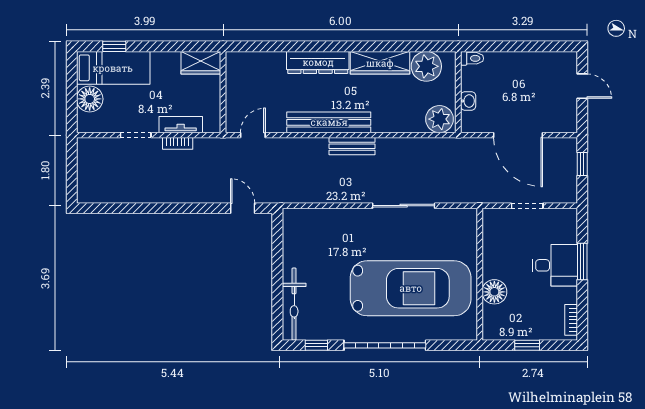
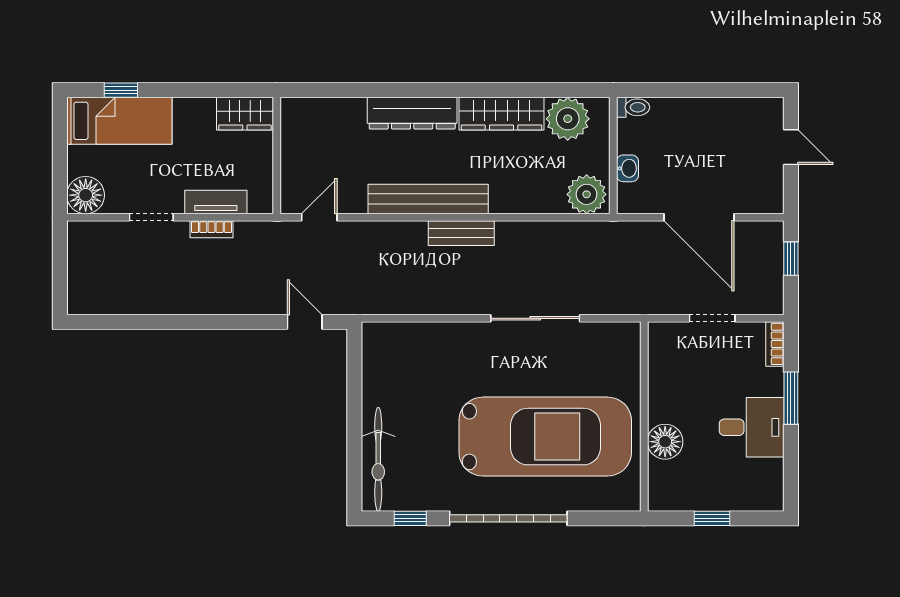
floor lamp: (90, 99) -> (86, 195), moved
desk: (555, 265) -> (752, 427), moved
bookcase: (571, 320) -> (775, 344), moved

